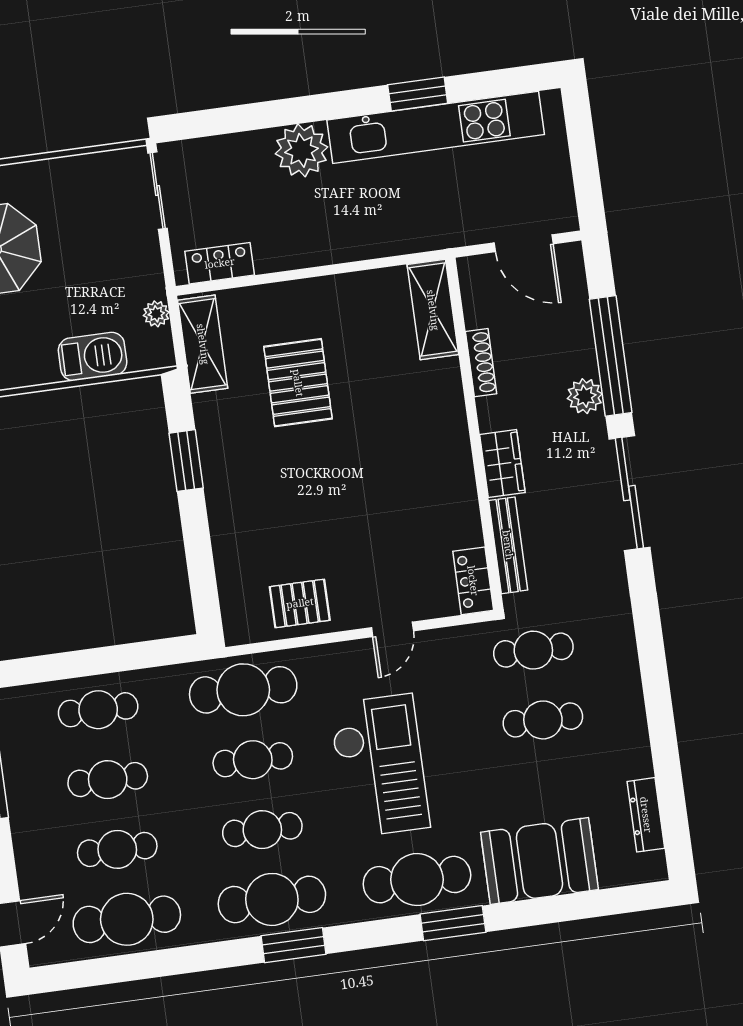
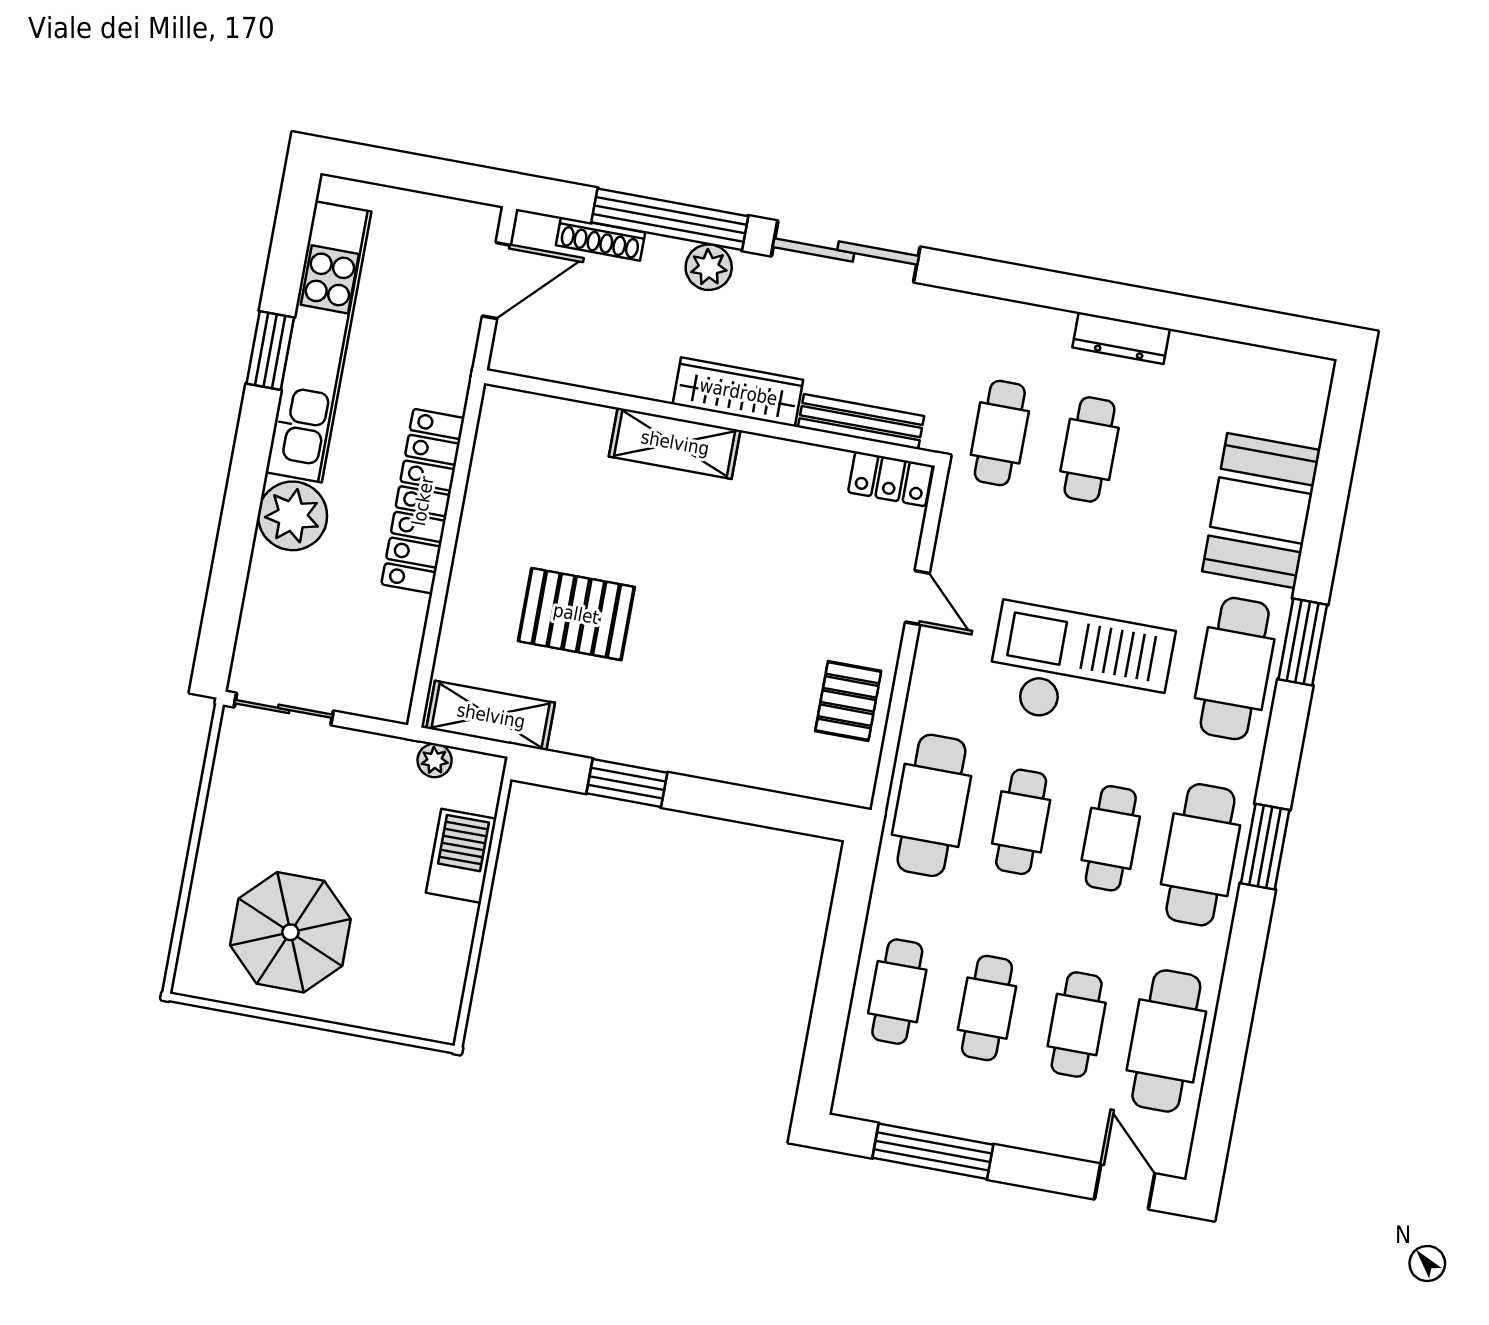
locker: (220, 263) -> (423, 501), moved, width x2.16, depth x1.21
shelving: (433, 310) -> (675, 443), moved
shoe rack: (481, 363) -> (600, 239), moved, turned 180
wardrobe: (502, 464) -> (738, 392), width x1.50
dresser: (646, 815) -> (1121, 338), moved

